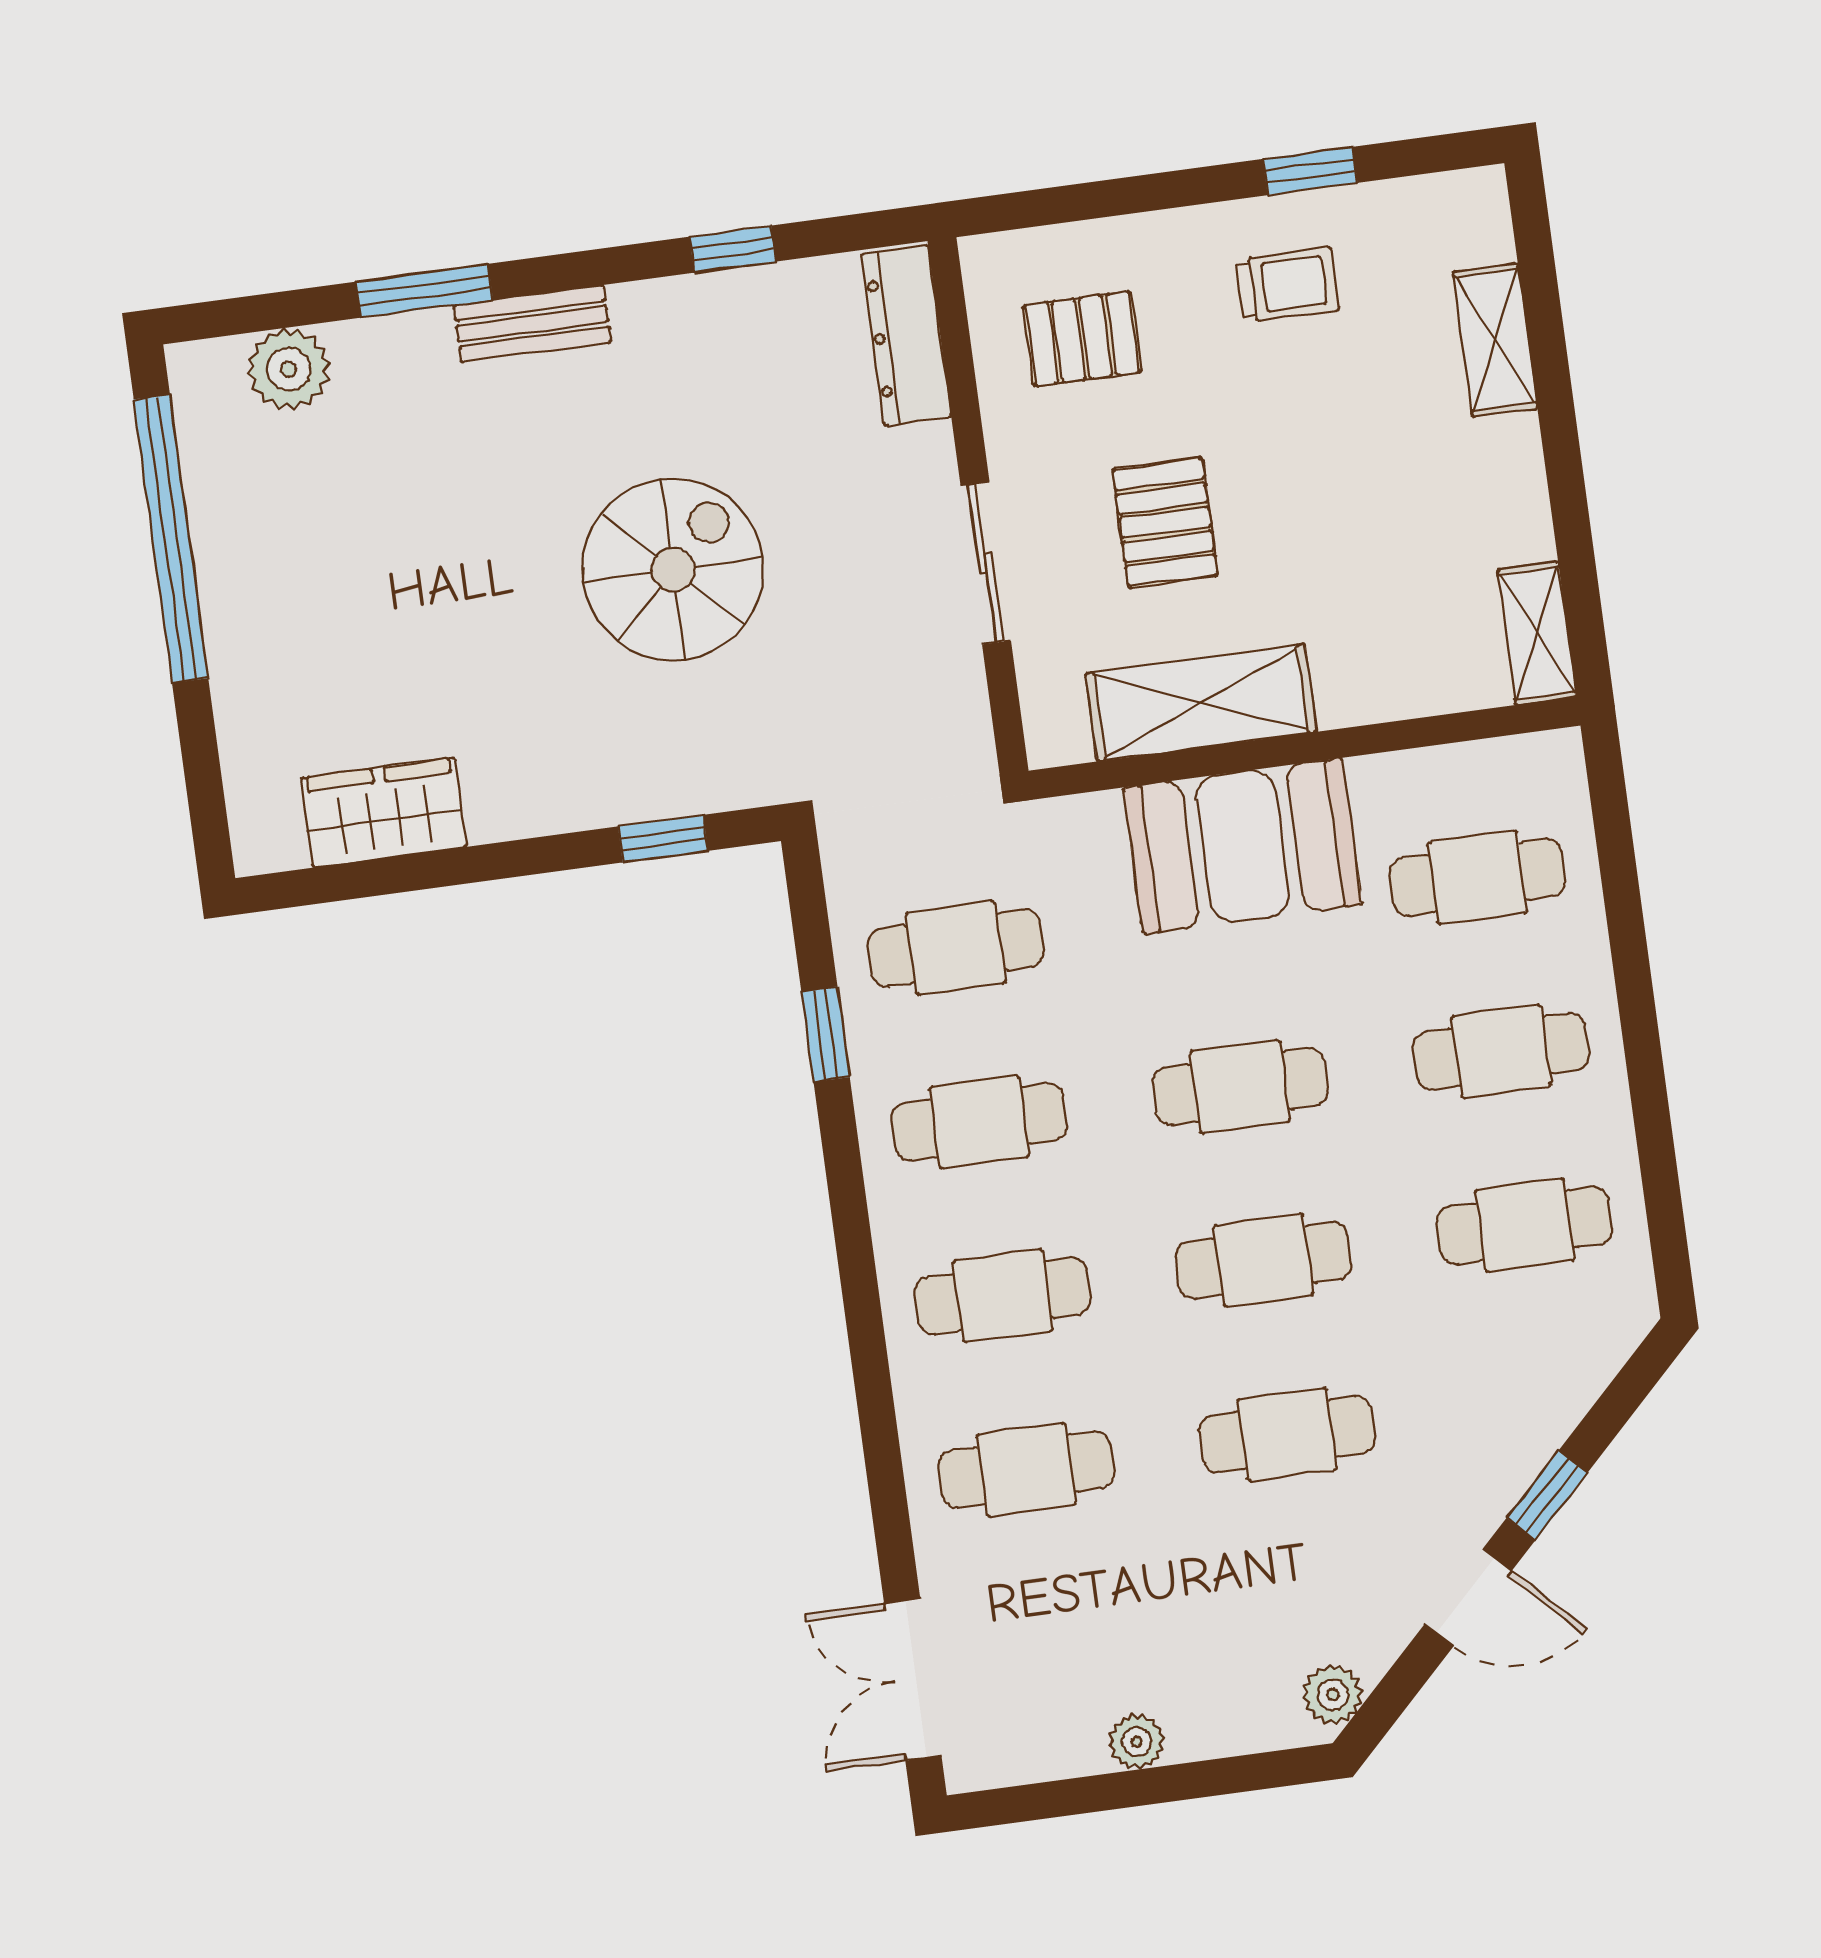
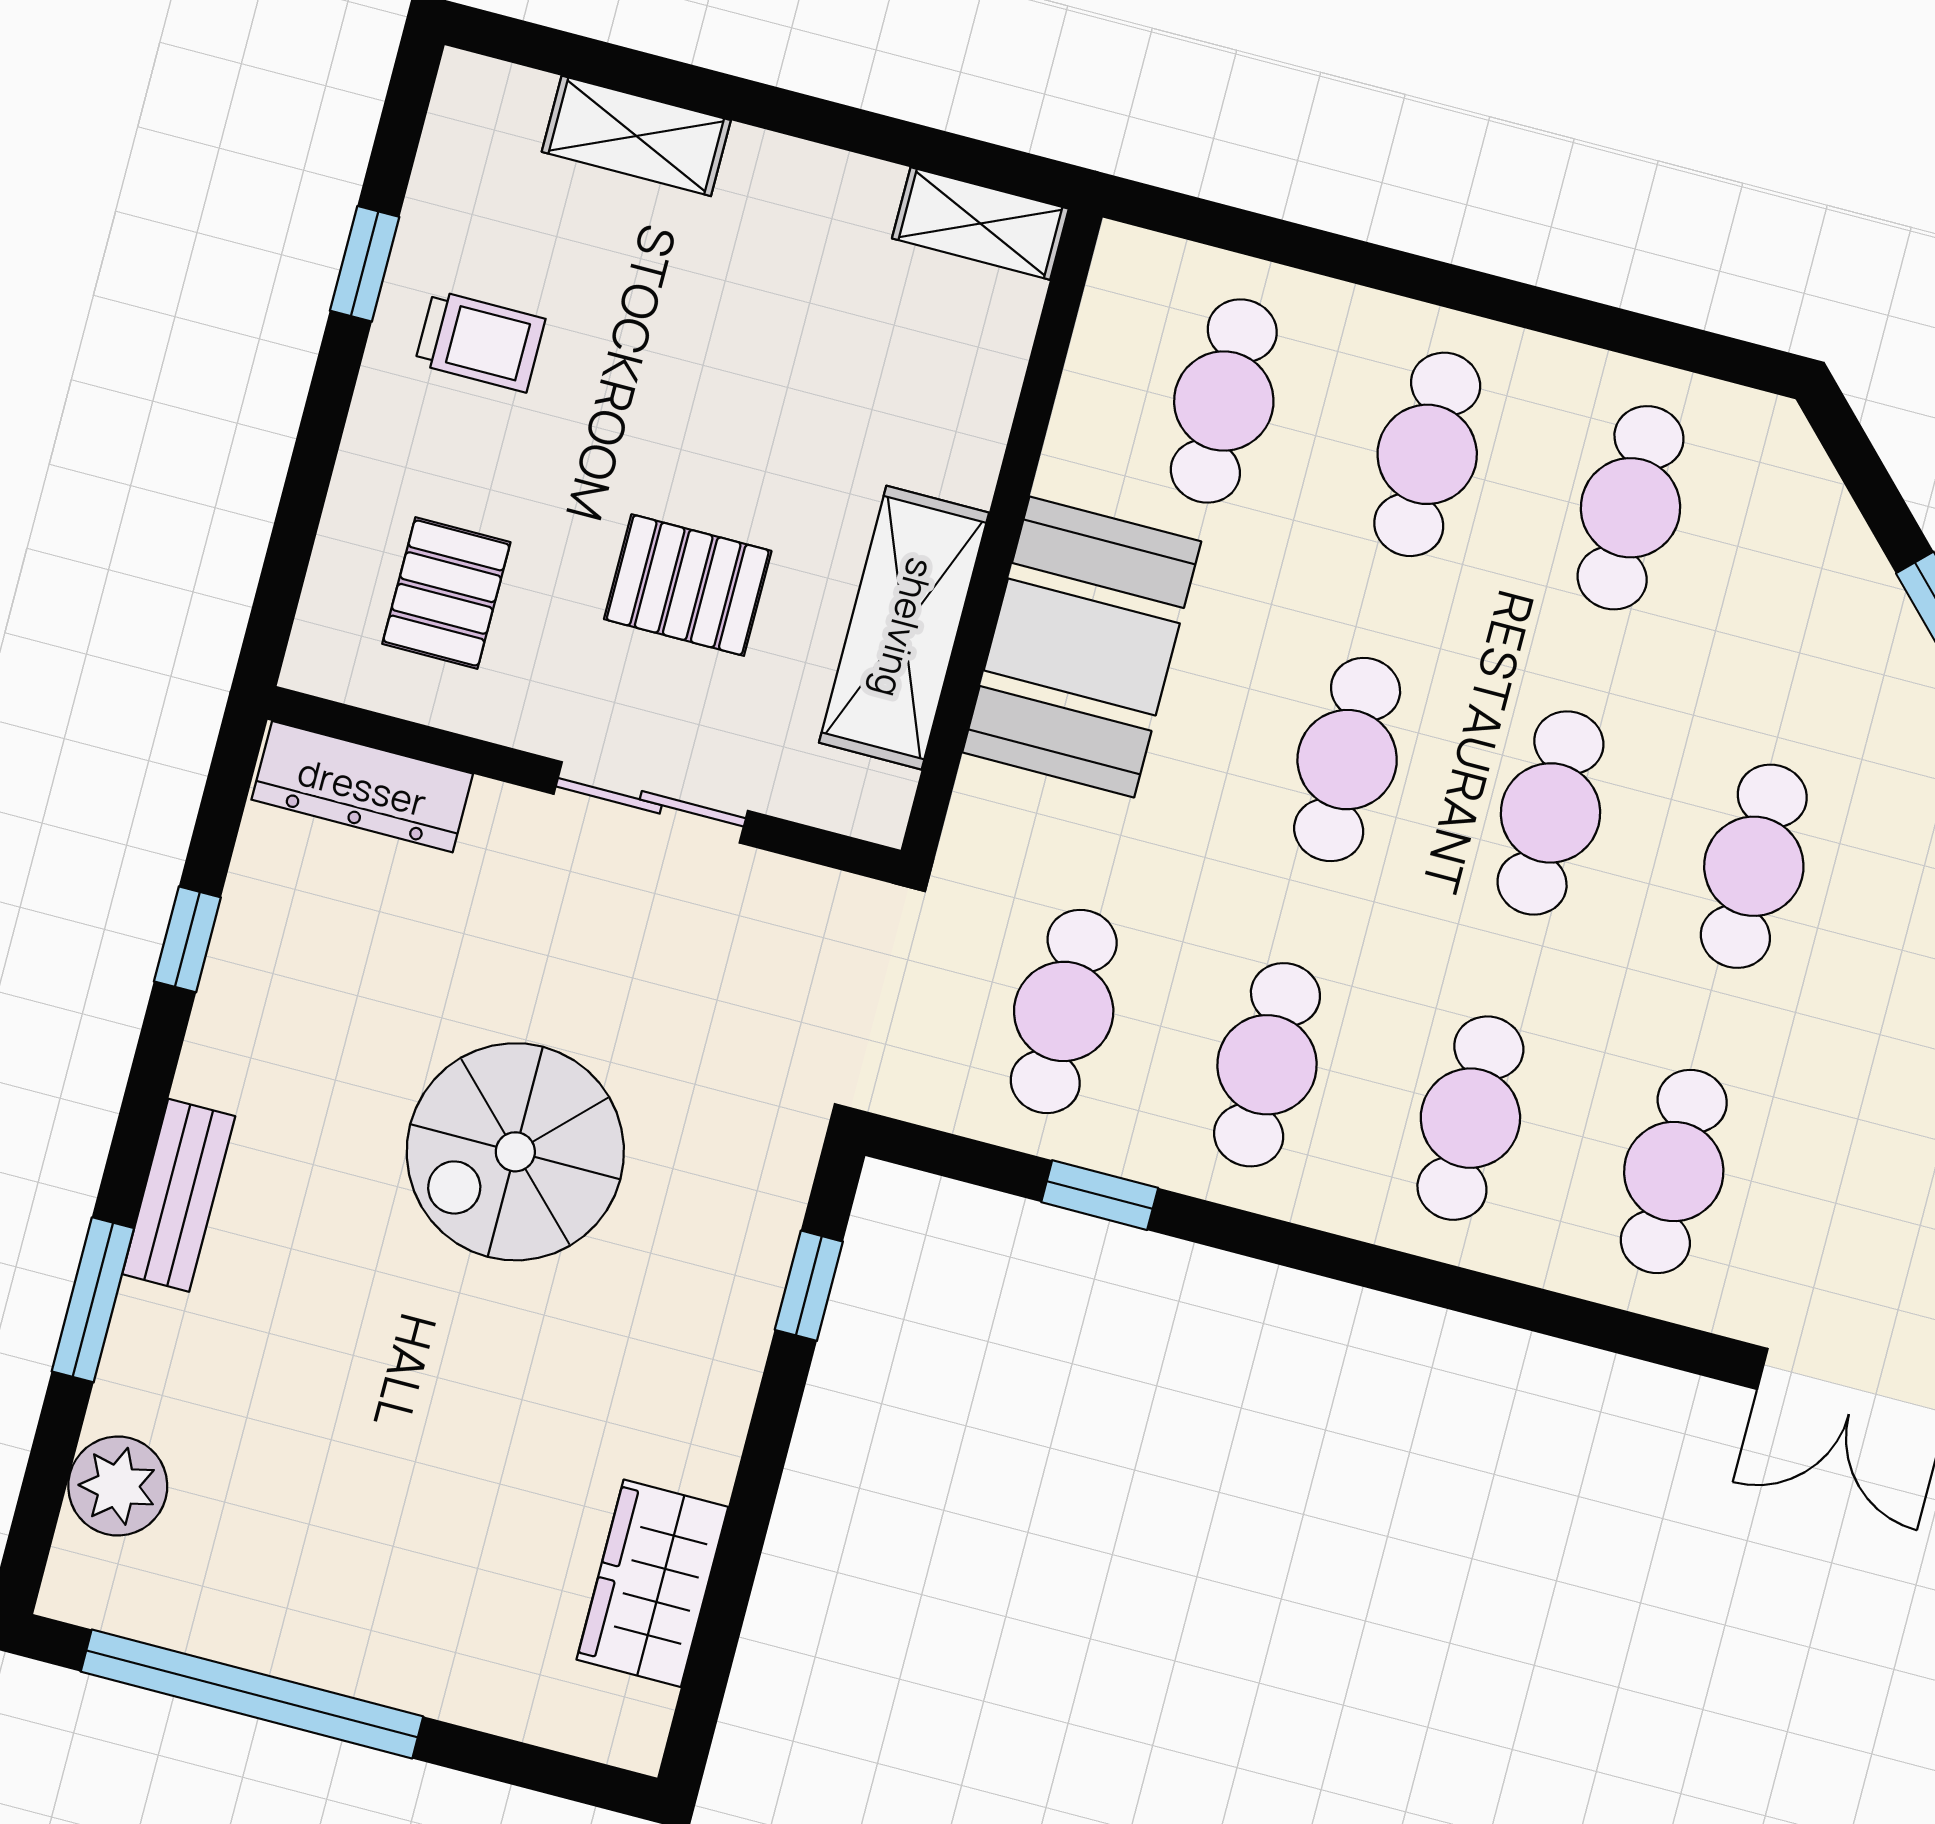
trolley: (1287, 285) -> (480, 341), turned 90
spiral stairs: (673, 570) -> (515, 1152), turned -90

